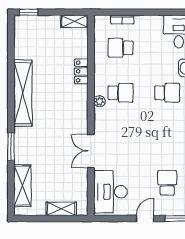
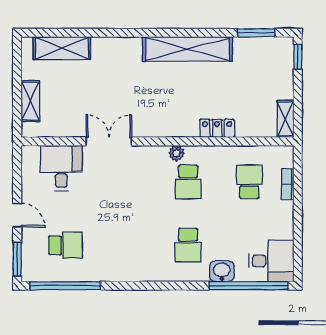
window: (11, 147) -> (256, 33), moved
desk: (111, 192) -> (61, 168), width x0.73

